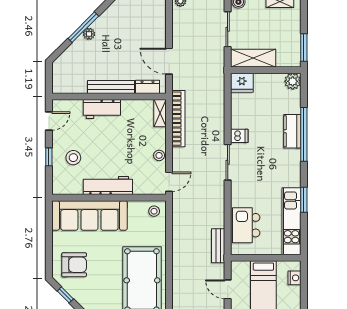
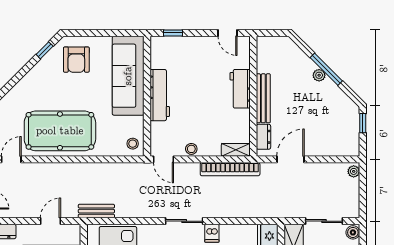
window: (49, 157) -> (173, 33), moved
stool: (73, 158) -> (189, 59), removed

